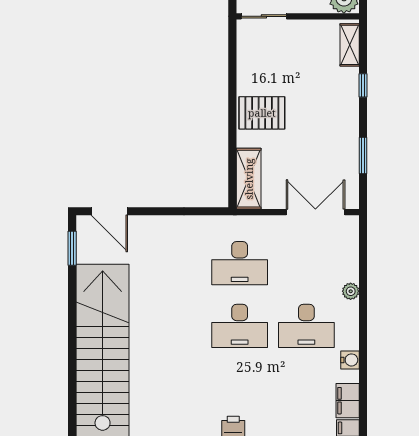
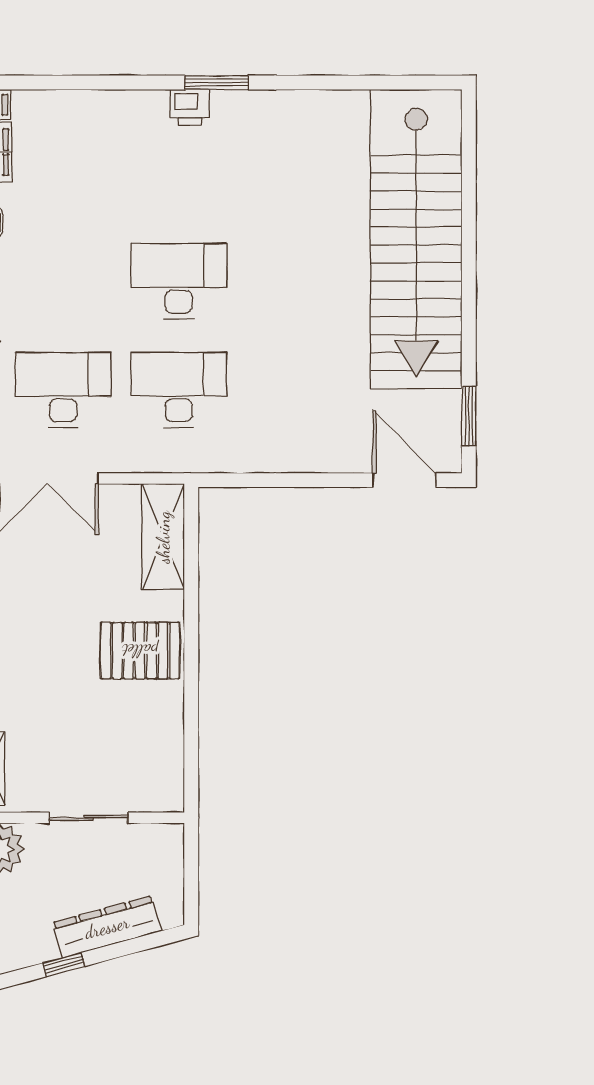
sliding door: (264, 16) -> (88, 818), moved
desk: (306, 326) -> (63, 390), moved

